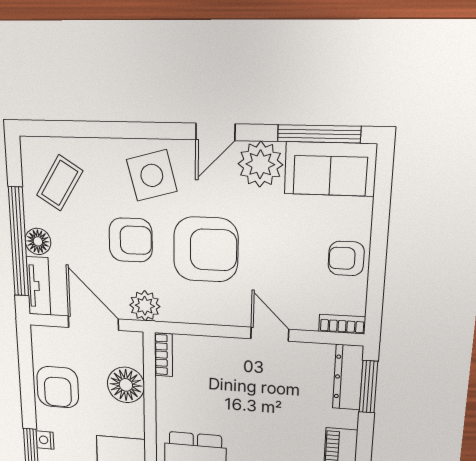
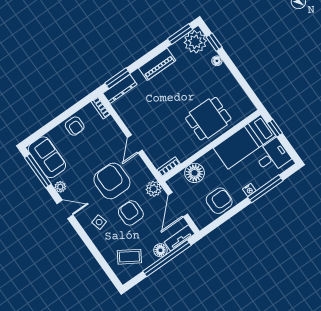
plant: (260, 164) -> (60, 187), width x0.53, depth x0.53
side table: (152, 175) -> (99, 222), width x0.54, depth x0.54
door: (270, 334) -> (135, 144), moved

